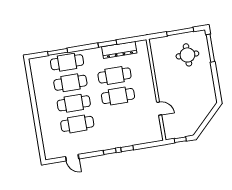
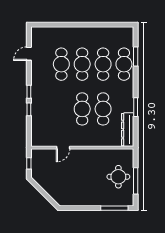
dresser: (119, 50) -> (128, 130), moved
round table: (187, 55) -> (118, 177), moved

